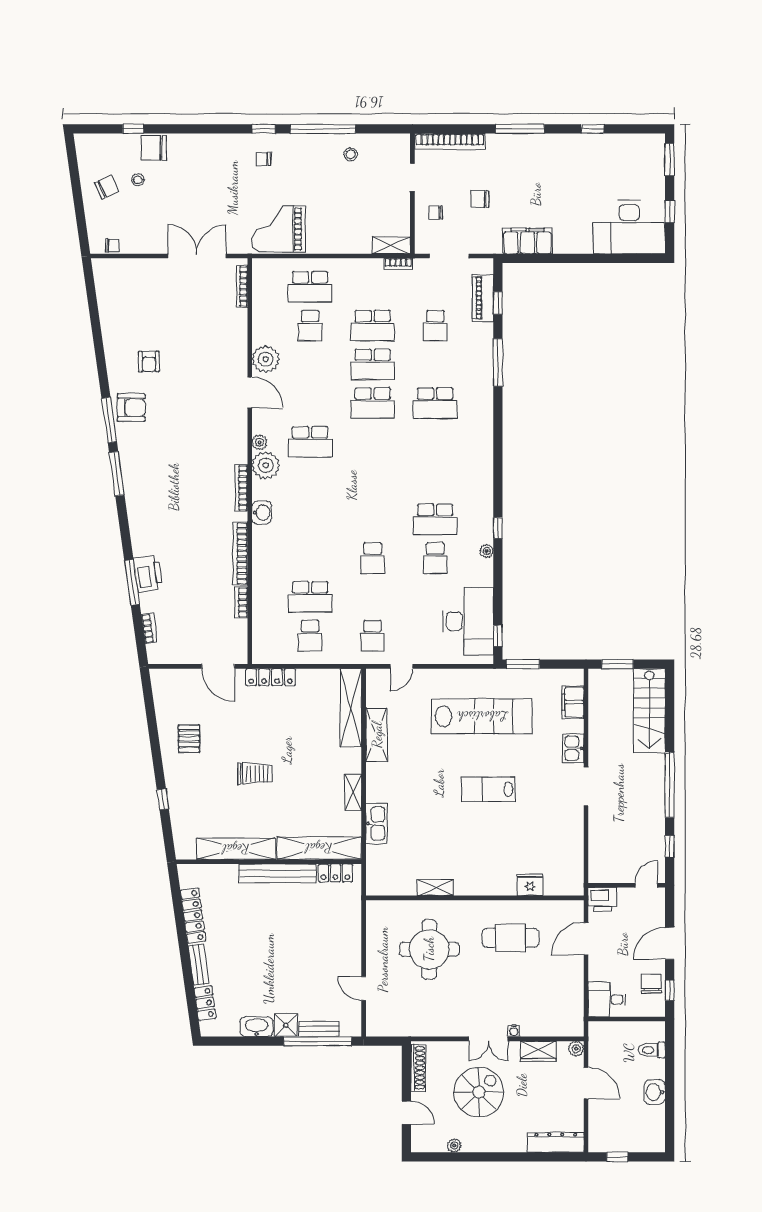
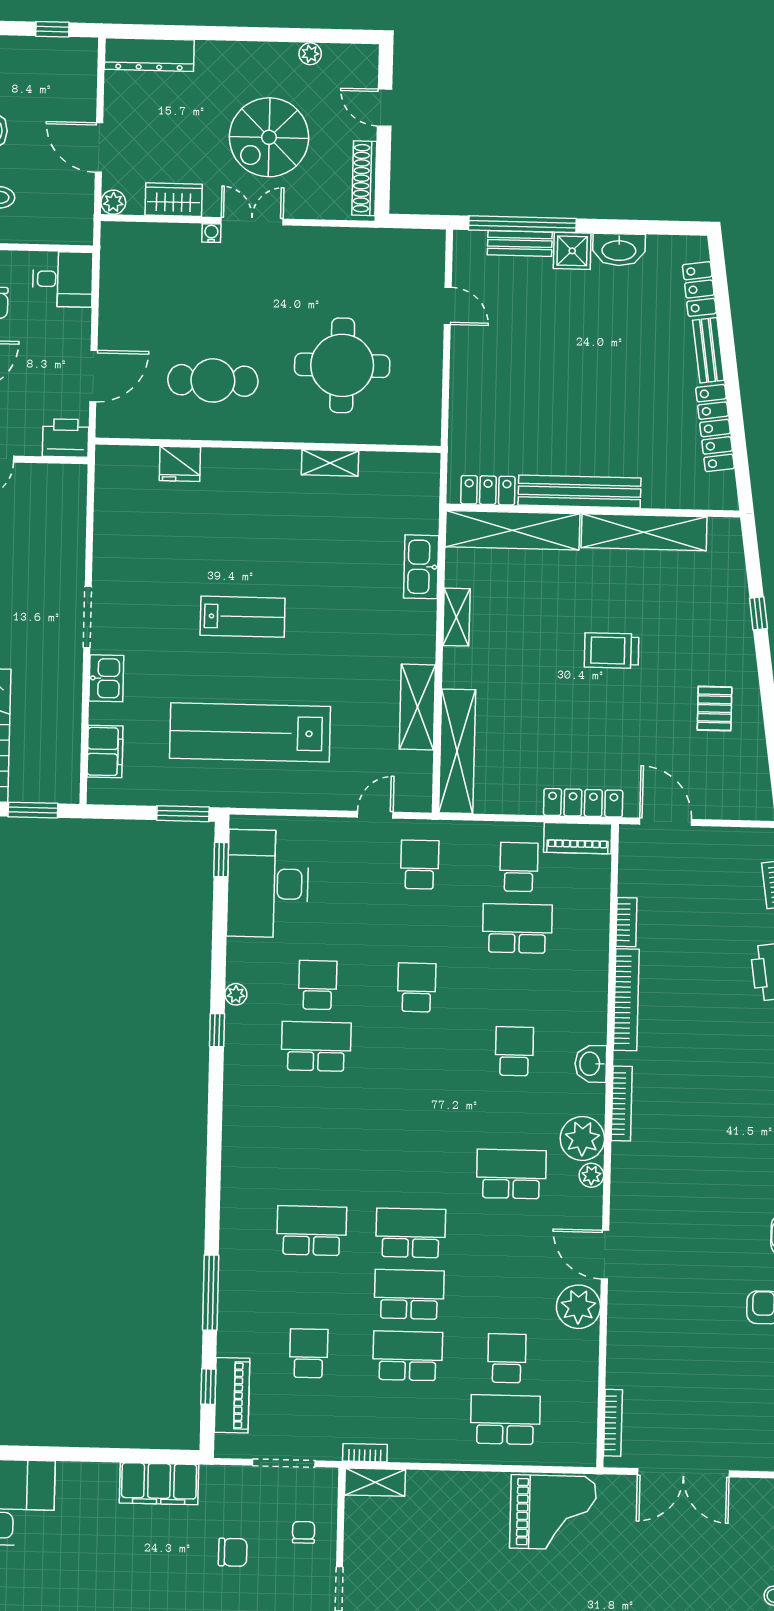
chair: (436, 213) -> (304, 1532), turned -90
school desk: (310, 519) -> (514, 1051), added
piano: (273, 655) -> (578, 838), added

